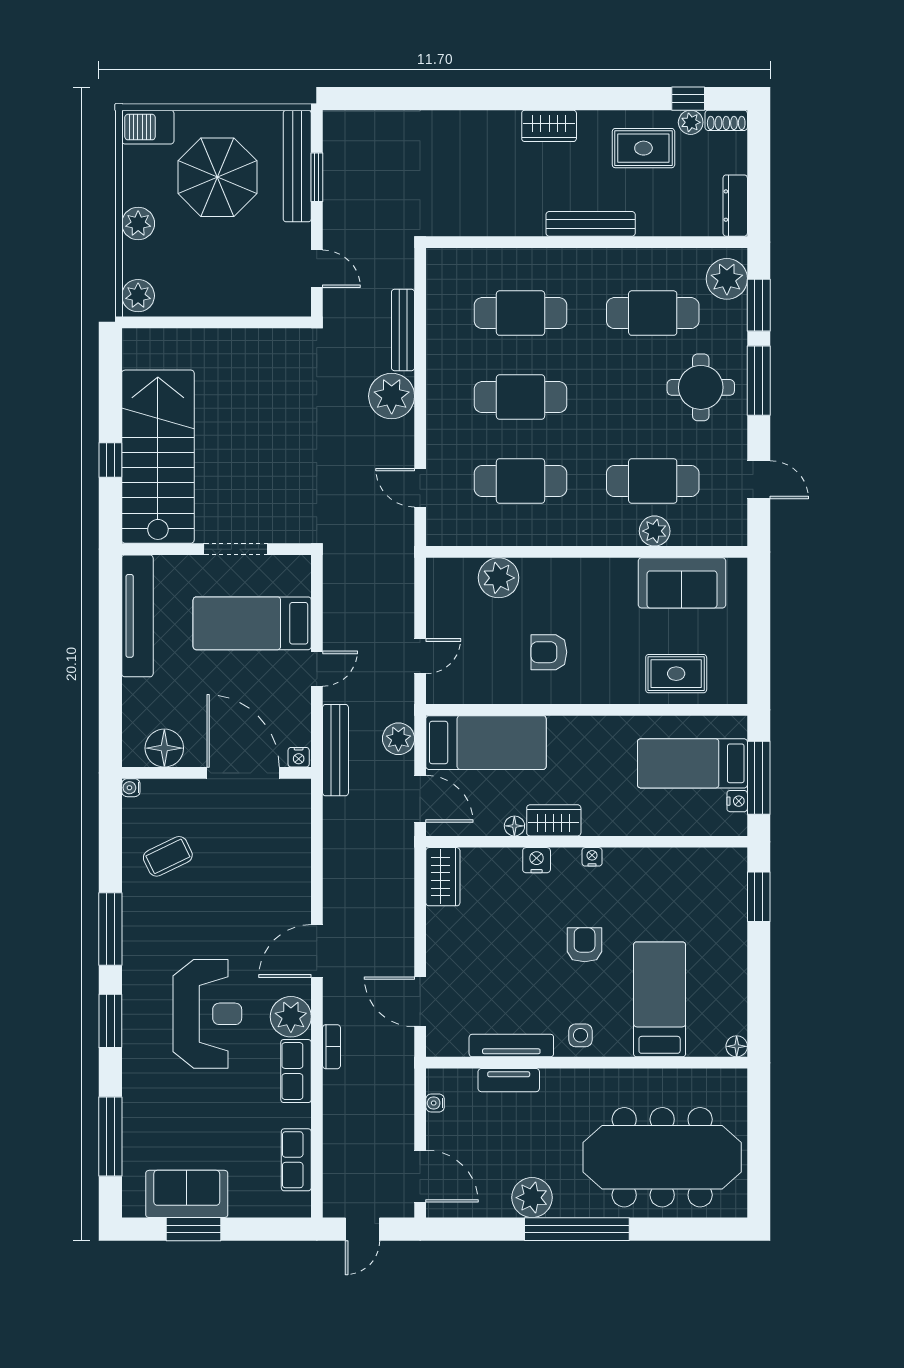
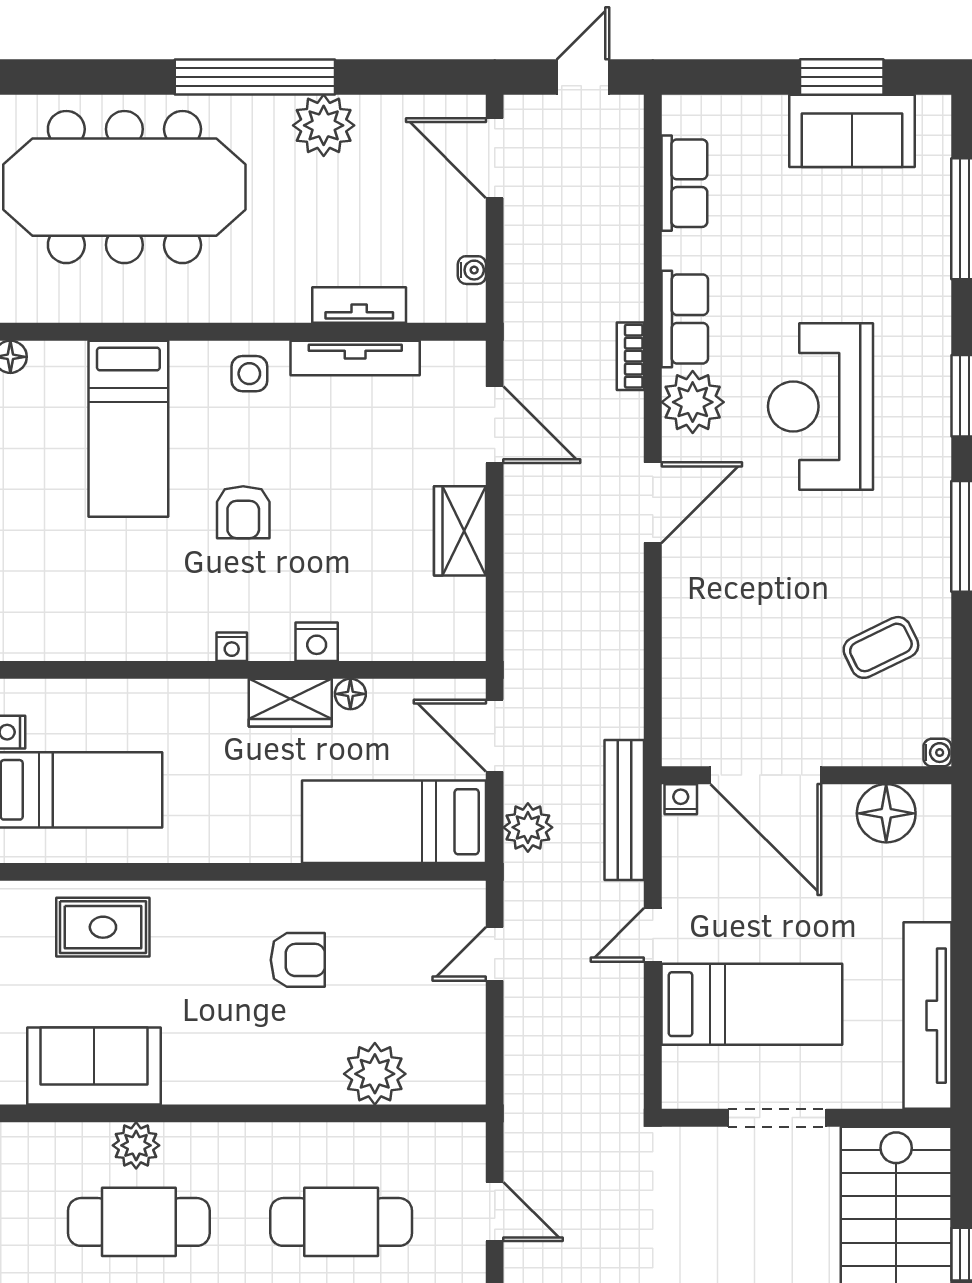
wardrobe: (443, 877) -> (460, 531), moved

